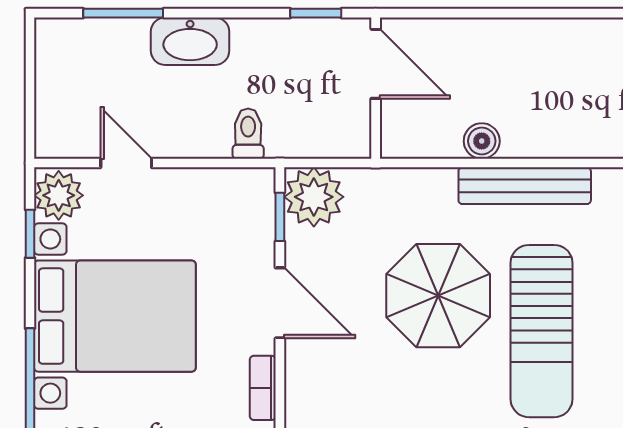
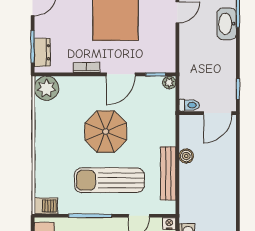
washbasin: (190, 41) -> (227, 24), moved
toilet: (248, 134) -> (189, 105), moved
plant: (314, 197) -> (169, 83), width x0.53, depth x0.53
parasol: (438, 296) -> (106, 132), moved

